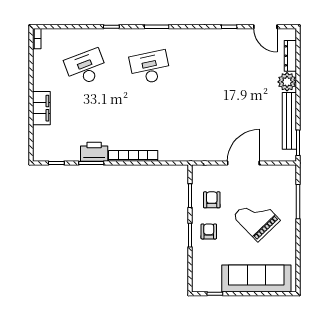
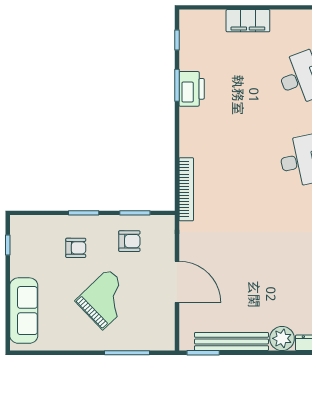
bookcase: (133, 156) -> (186, 189), moved
armchair: (209, 231) -> (76, 248), moved
sofa: (256, 279) -> (24, 311), width x0.74, depth x0.79

